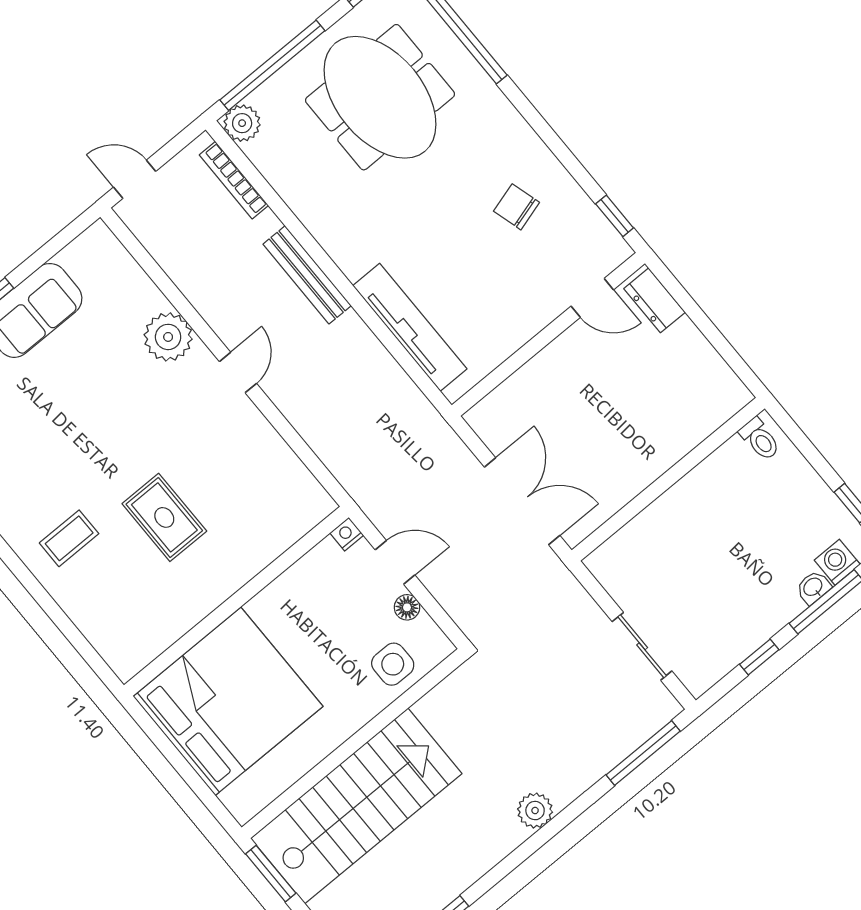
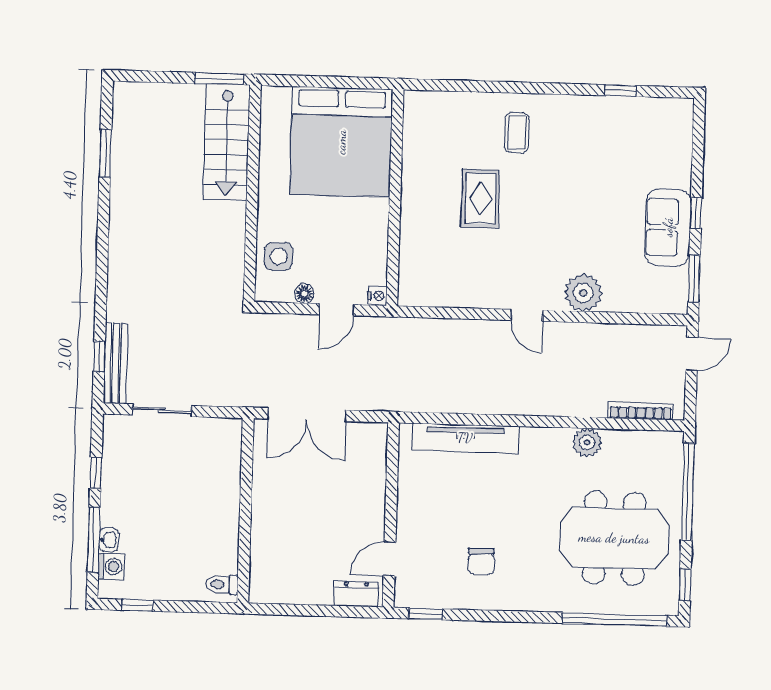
plant: (242, 123) -> (587, 442), moved
chair: (517, 207) -> (481, 562), turned 106
window: (60, 241) -> (694, 279), added
bench: (307, 275) -> (116, 363), moved, turned 90
rug: (164, 517) -> (480, 199), turned 90
window: (643, 753) -> (99, 356), width x0.46
stairs: (356, 806) -> (227, 142), width x0.73, depth x0.66
plant: (535, 811) -> (121, 264), removed

